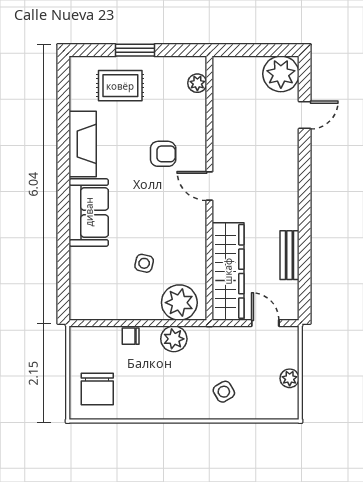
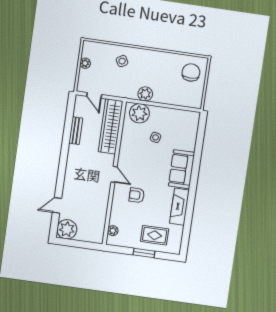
chair: (131, 336) -> (169, 99), removed

